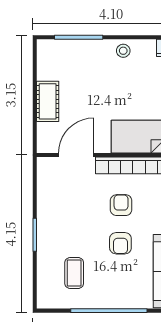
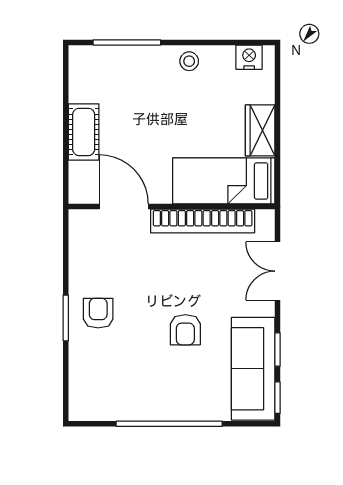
door: (76, 155) -> (124, 207), hinge flipped
armchair: (121, 205) -> (98, 313), moved
coffee table: (74, 273) -> (121, 371), removed

